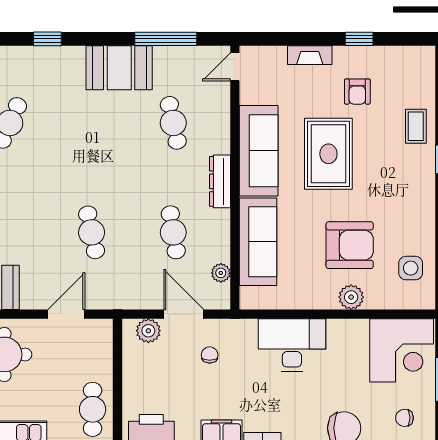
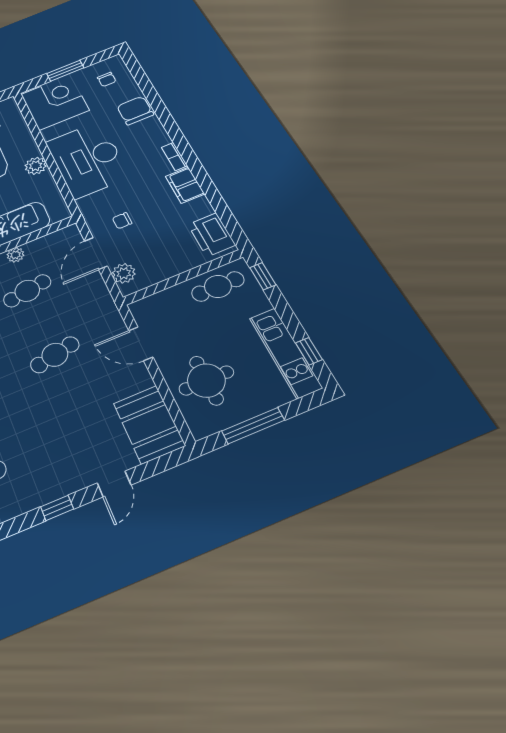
plant: (221, 273) -> (15, 255), moved
plant: (351, 297) -> (36, 166), moved
desk: (292, 345) -> (88, 159), width x1.36, depth x1.30

